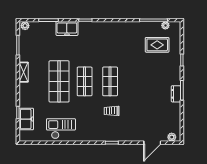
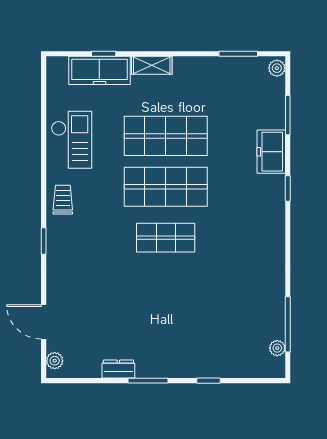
rug: (157, 45) -> (239, 332), removed
shelving: (24, 72) -> (152, 65), moved
shop shelf: (85, 81) -> (166, 187), width x1.43, depth x1.36
dresser: (176, 94) -> (118, 369), moved
trolley: (112, 111) -> (63, 200), moved
freezer: (26, 119) -> (99, 70), width x1.40

